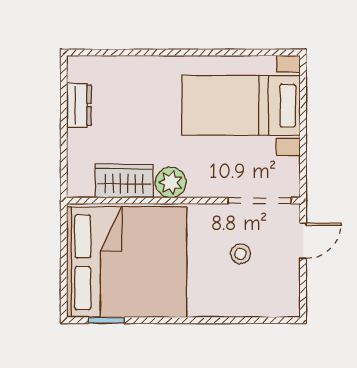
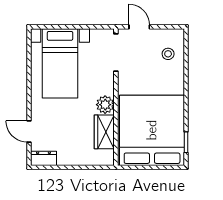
door: (125, 53) -> (29, 132), added
dresser: (79, 105) -> (43, 158), moved
stool: (241, 254) -> (168, 54), moved

